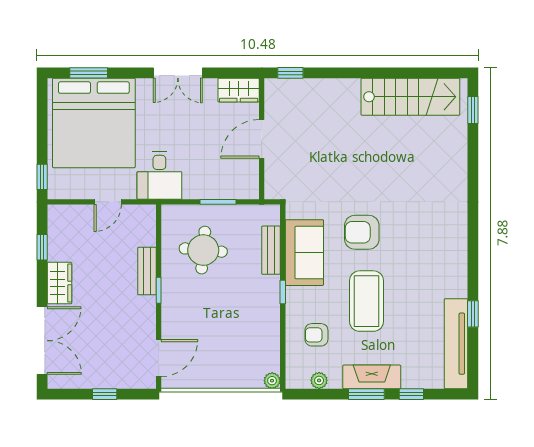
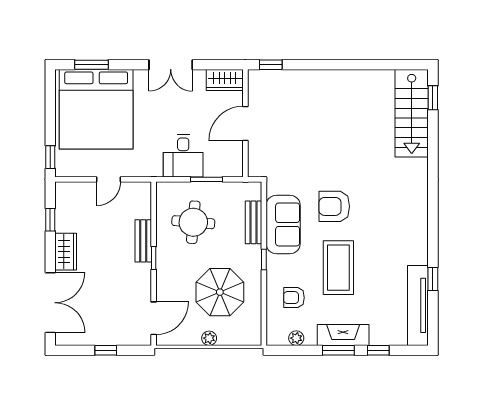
stairs: (410, 97) -> (412, 113), moved, turned 90
desk: (159, 175) -> (183, 156), moved
parasol: (233, 329) -> (220, 292), added
plant: (272, 381) -> (209, 338), moved

